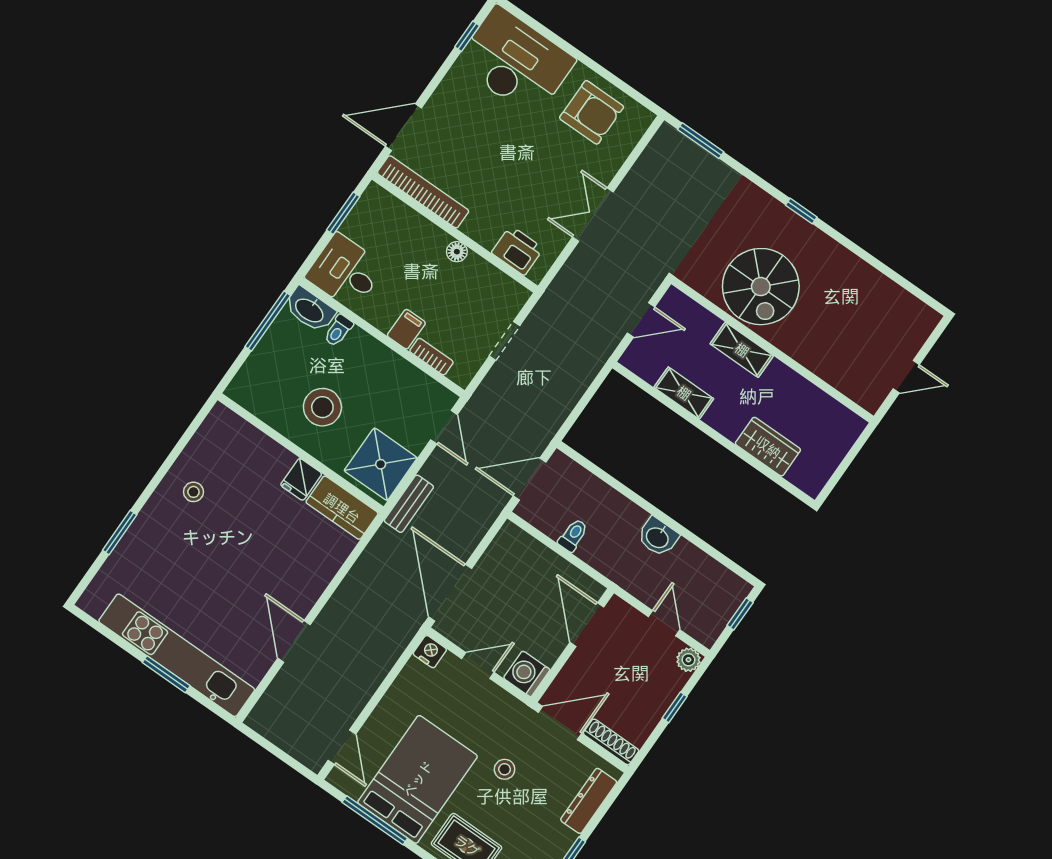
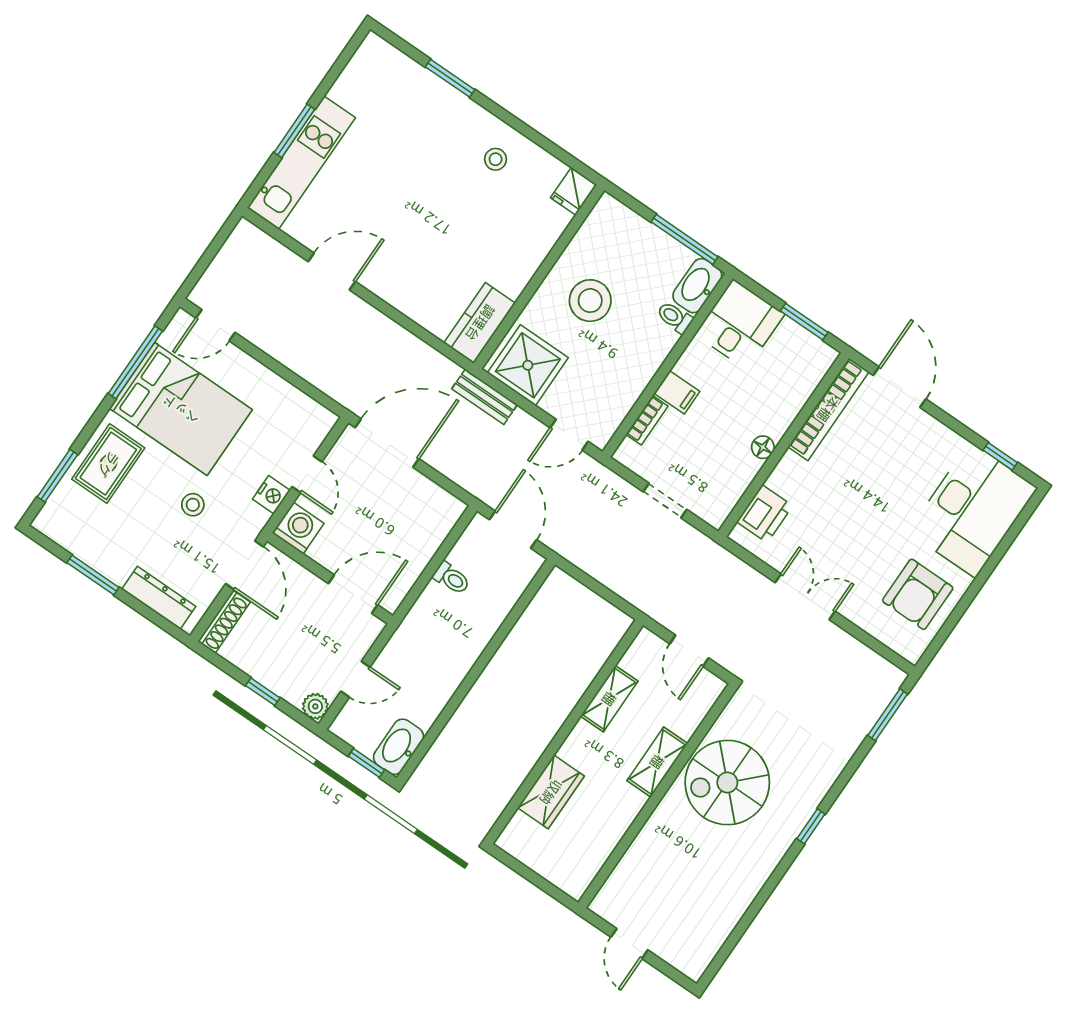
fridge: (301, 479) -> (574, 191), moved, turned -90
washbasin: (658, 537) -> (399, 747), moved, width x1.38
nightstand: (430, 652) -> (271, 495), moved
kitchen unit: (177, 655) -> (301, 163), width x0.73

